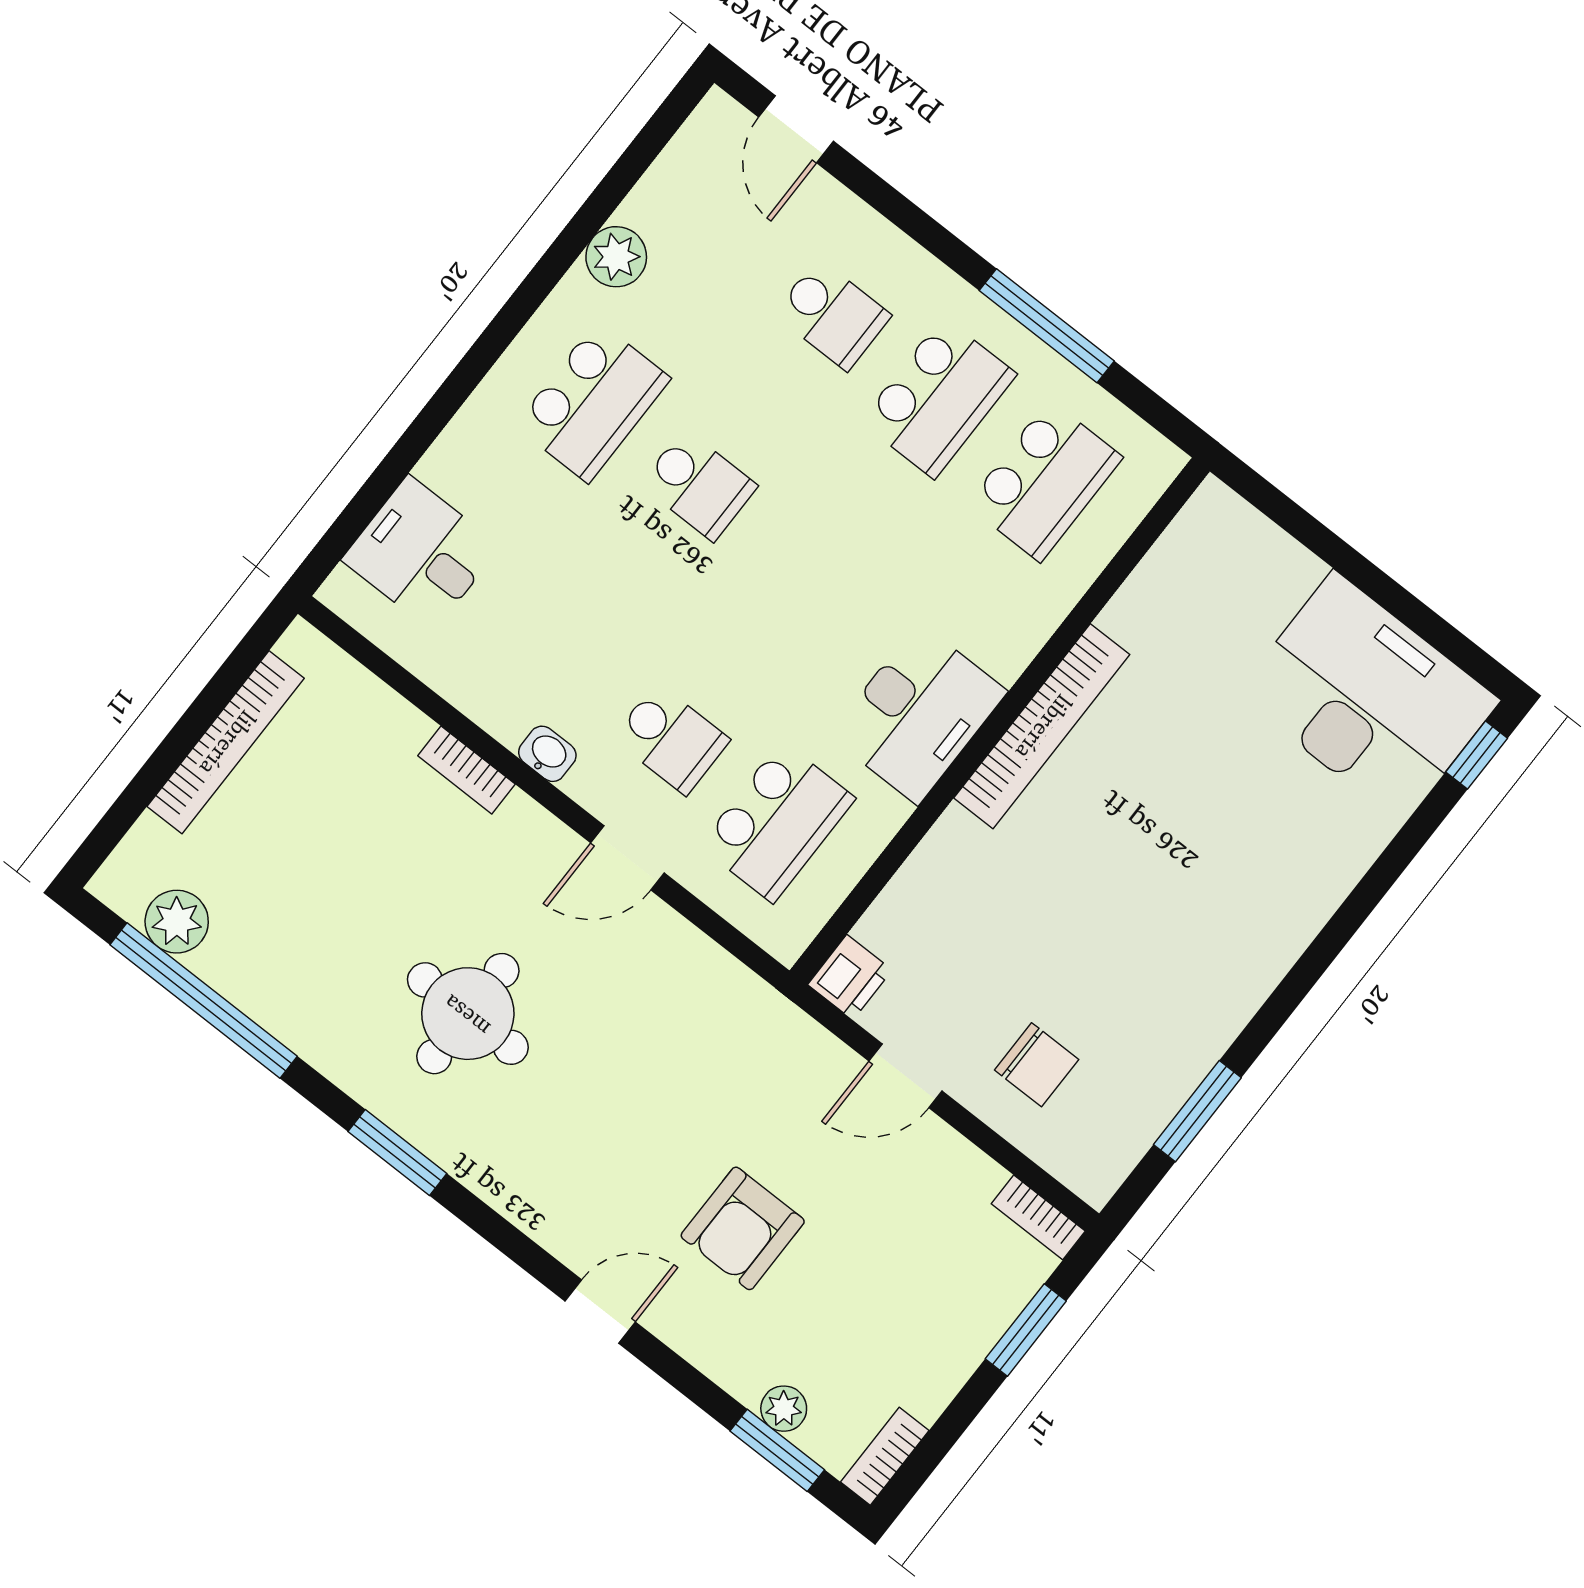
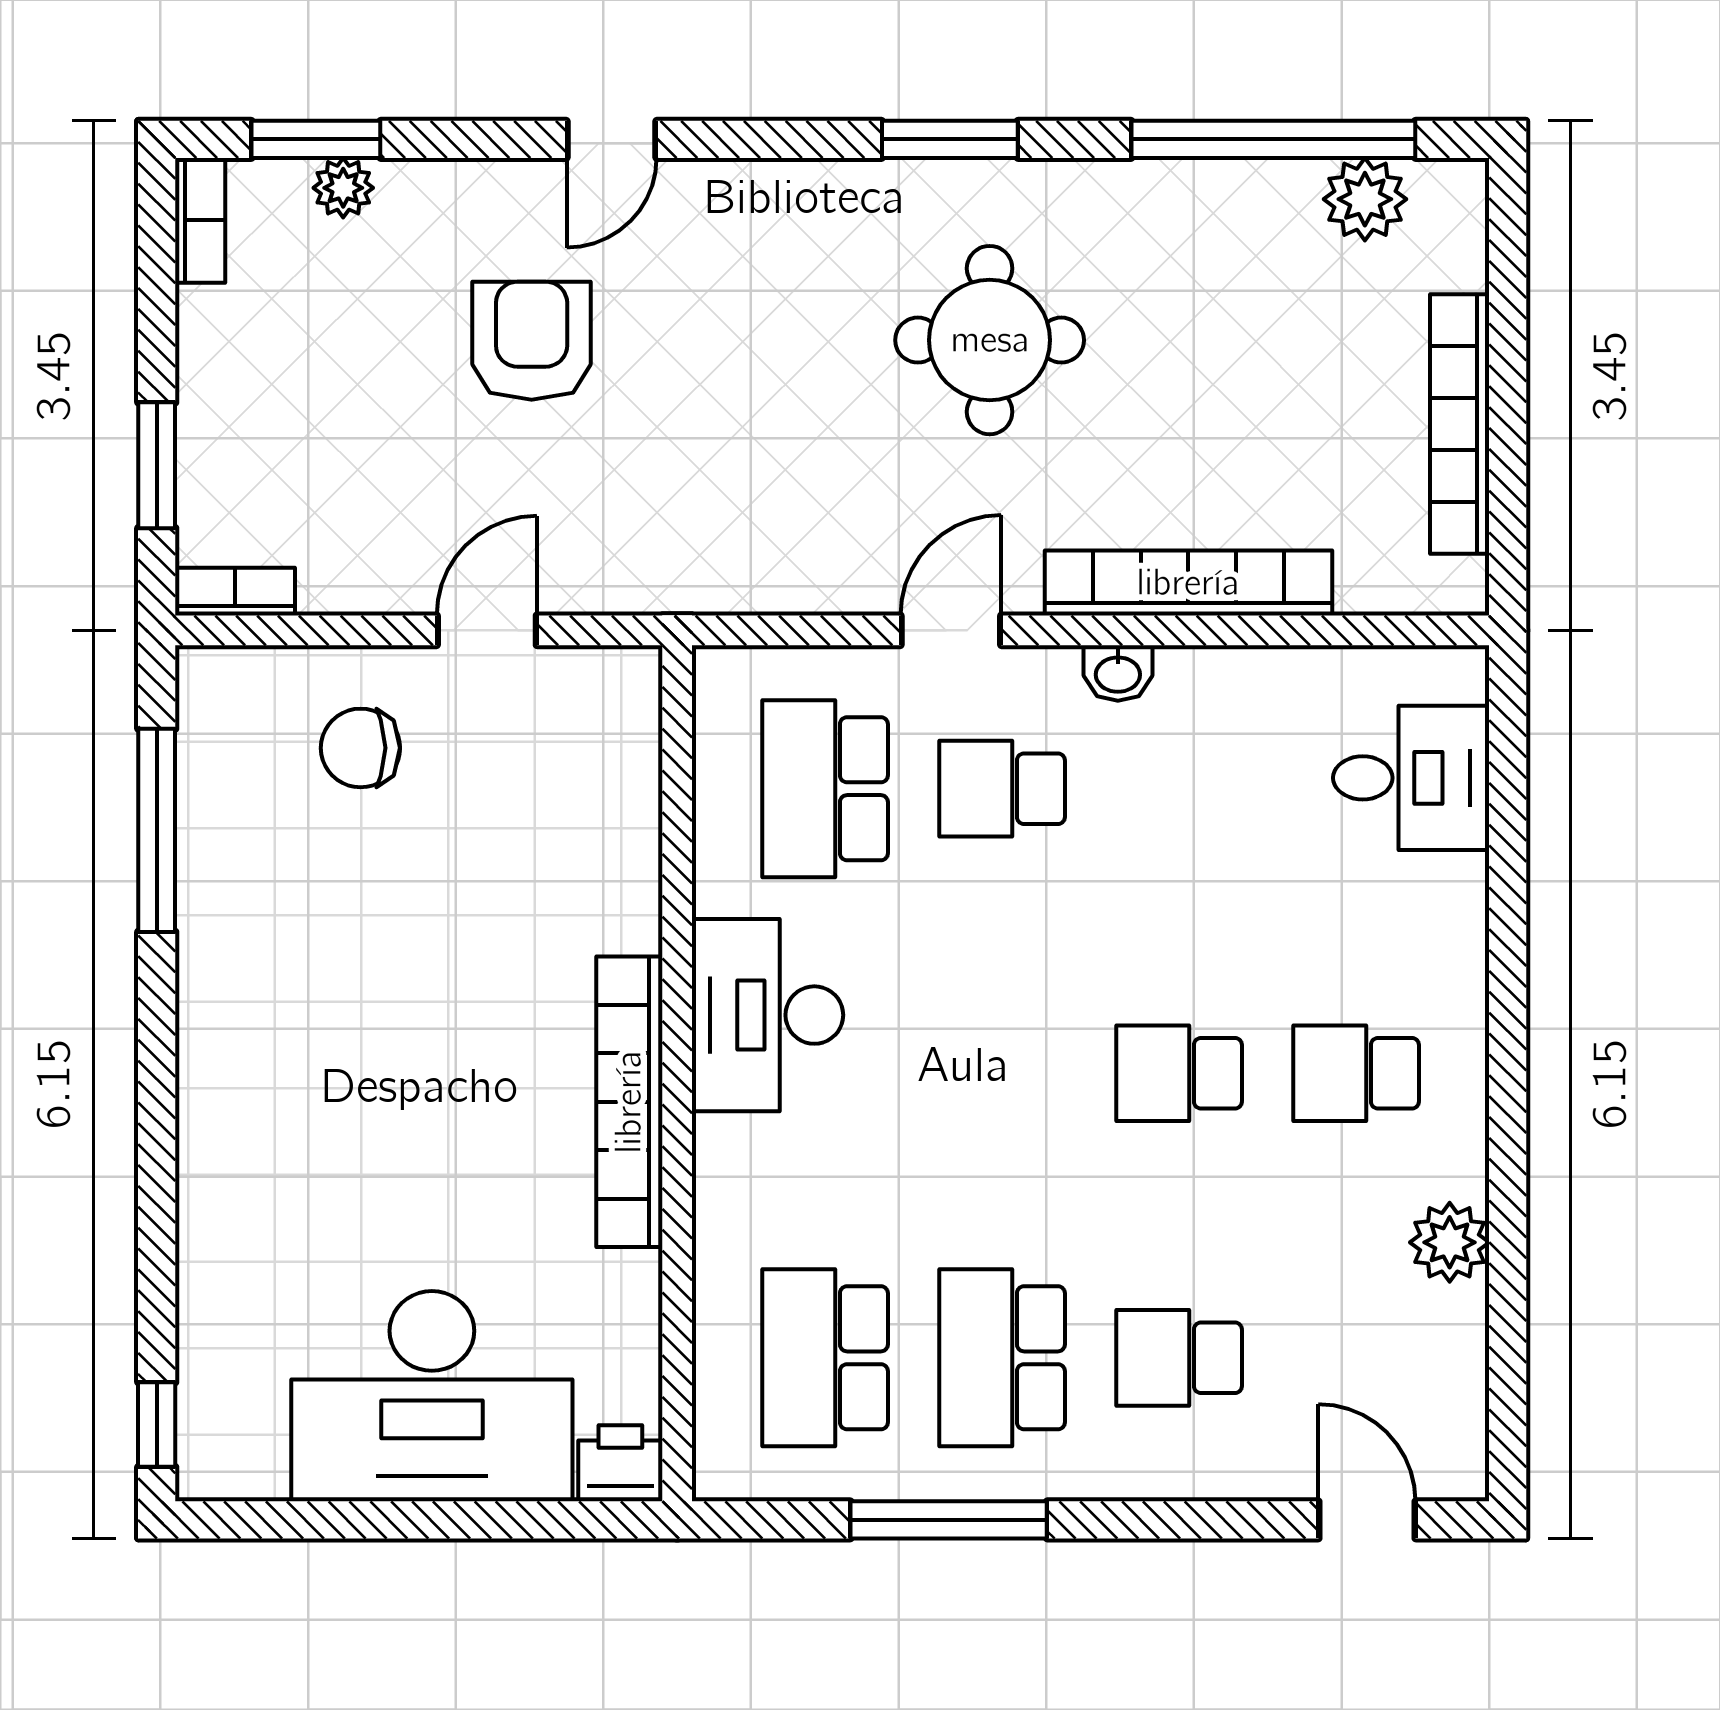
school desk: (593, 402) -> (1356, 1073), width x0.54
desk: (1368, 697) -> (432, 1396), moved
bookcase: (466, 770) -> (1188, 583), width x2.31, depth x1.31
printer: (850, 977) -> (620, 1463), moved, turned 90
window: (1197, 1111) -> (157, 830), width x1.44

